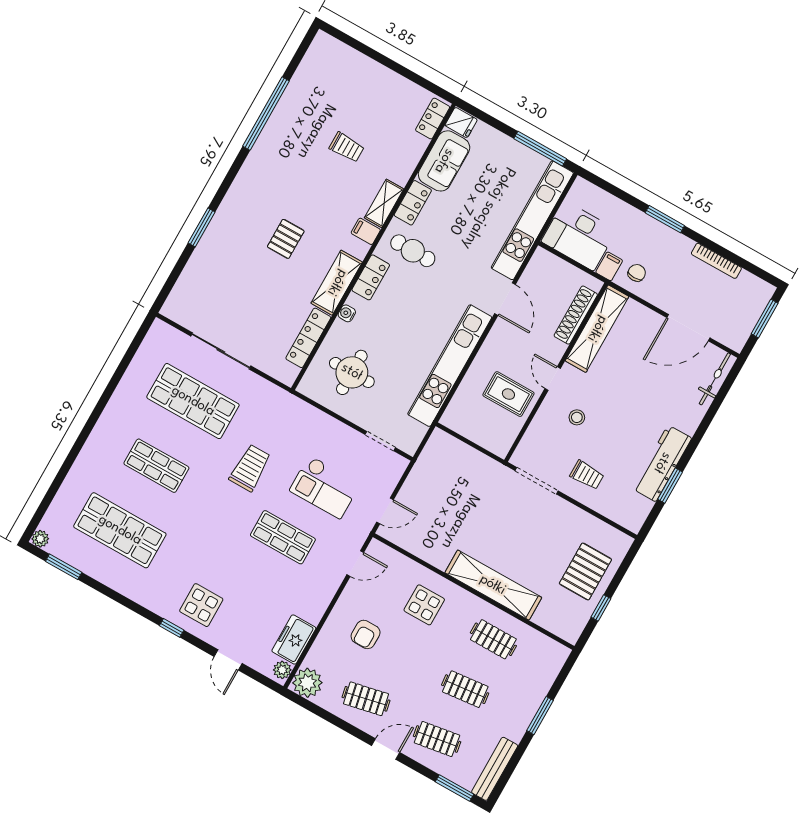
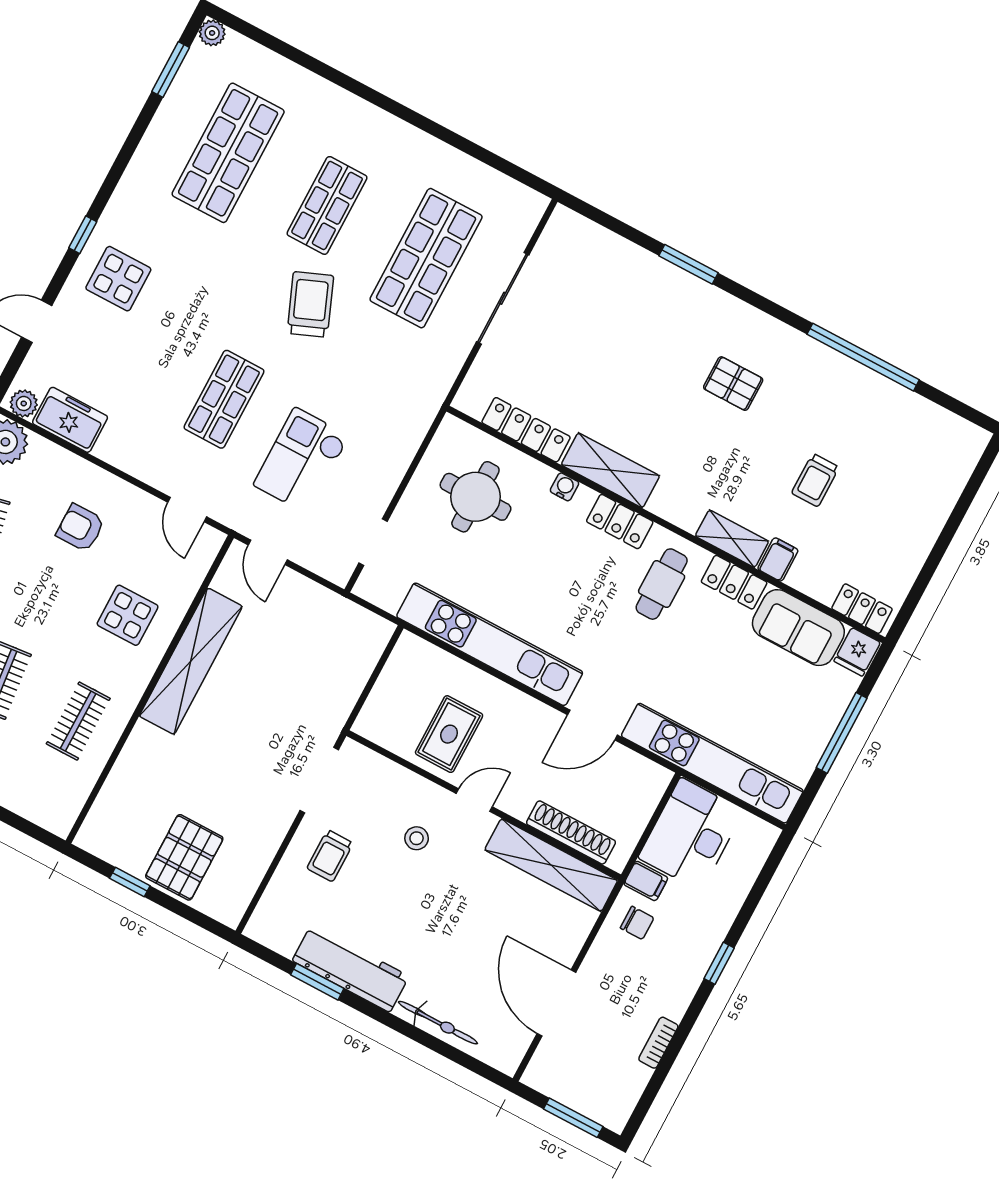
window: (540, 149) -> (842, 733), moved
window: (665, 219) -> (719, 963), width x0.67
filing cabinet: (366, 231) -> (778, 559), moved
pallet: (286, 239) -> (733, 384), moved
bookcase: (716, 261) -> (658, 1043), width x0.64
bicycle: (715, 379) -> (438, 1023), moved
trolley: (250, 468) -> (310, 304), moved, turned -112
pallet: (585, 571) -> (184, 857), turned 90
shelving: (493, 585) -> (191, 661), moved

